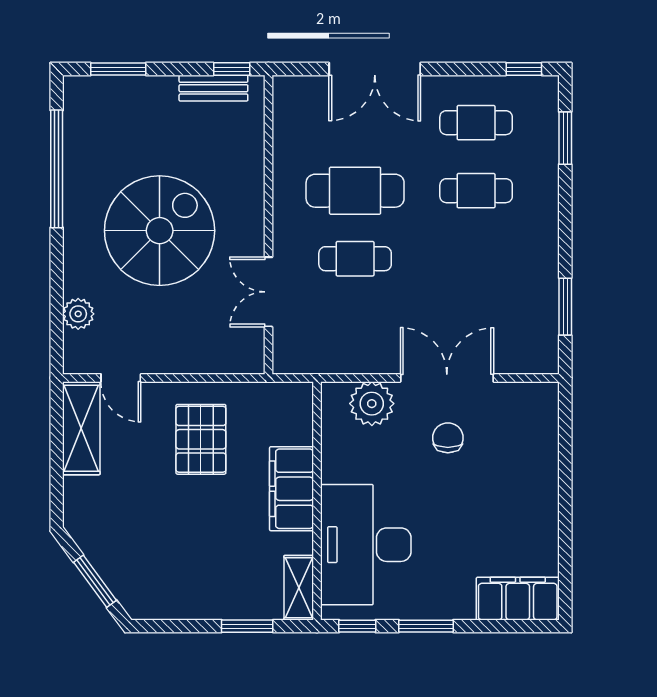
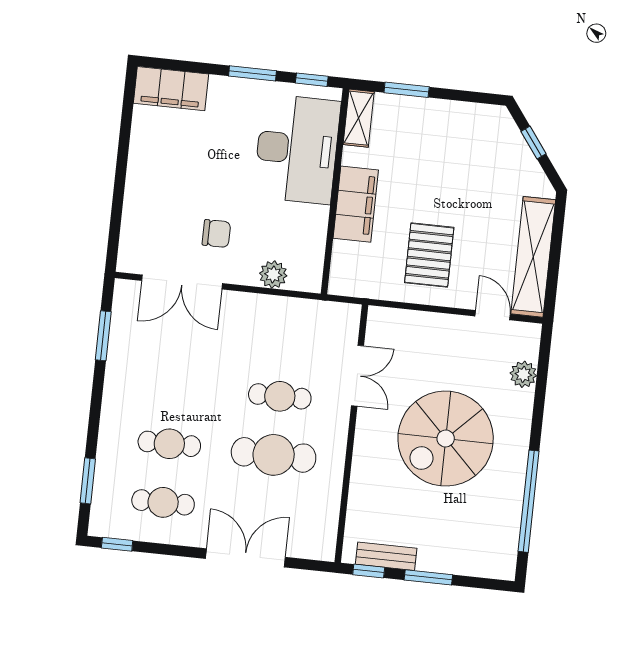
window: (118, 69) -> (428, 577), moved
double door: (447, 378) -> (182, 282), moved
plant: (372, 404) -> (273, 274), width x0.73, depth x0.73
shelving: (81, 428) -> (533, 257), width x1.47
chair: (448, 438) -> (216, 234), turned -90
window: (95, 581) -> (533, 143), width x0.67

